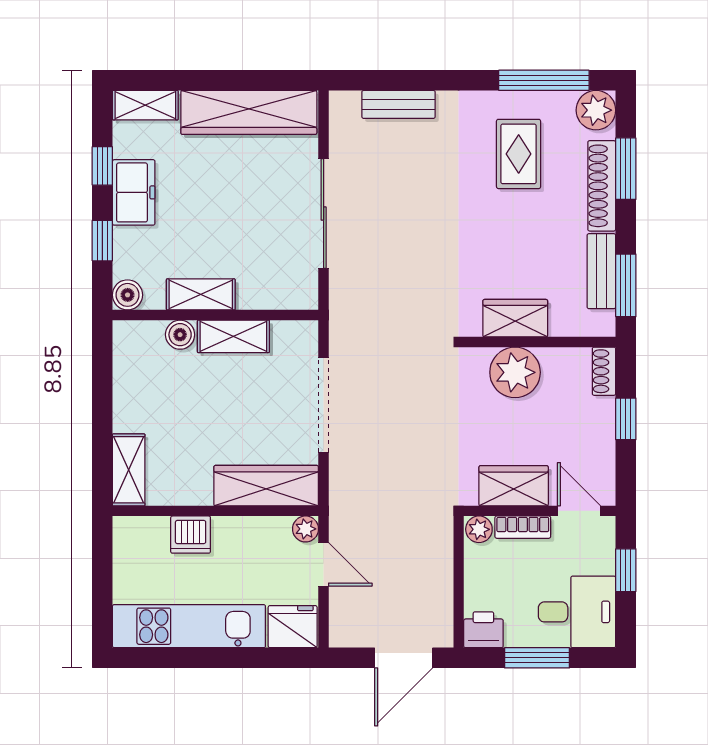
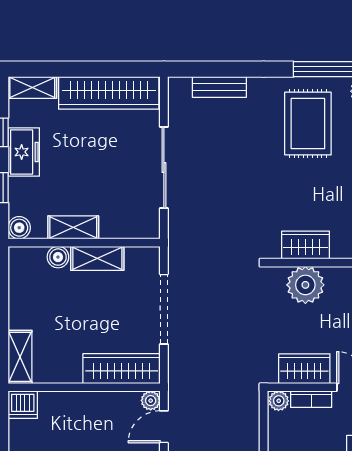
rug: (519, 154) -> (308, 124), width x1.36, depth x1.43
dishwasher: (191, 535) -> (23, 405), moved
door: (324, 564) -> (164, 427), swing flipped

